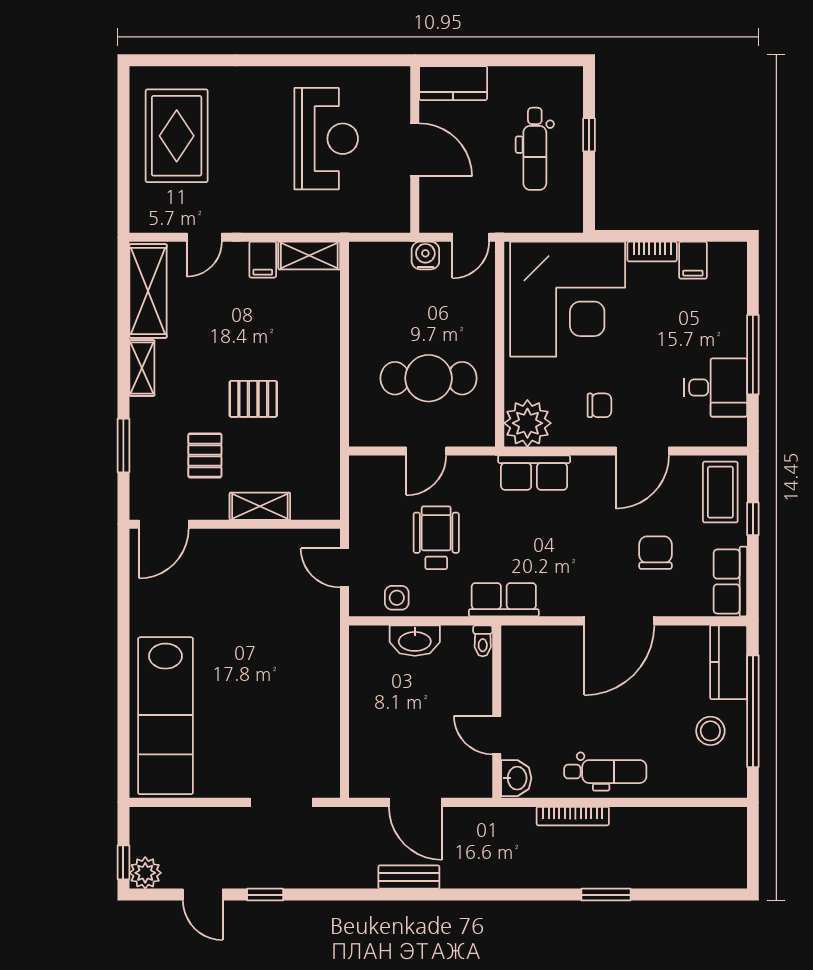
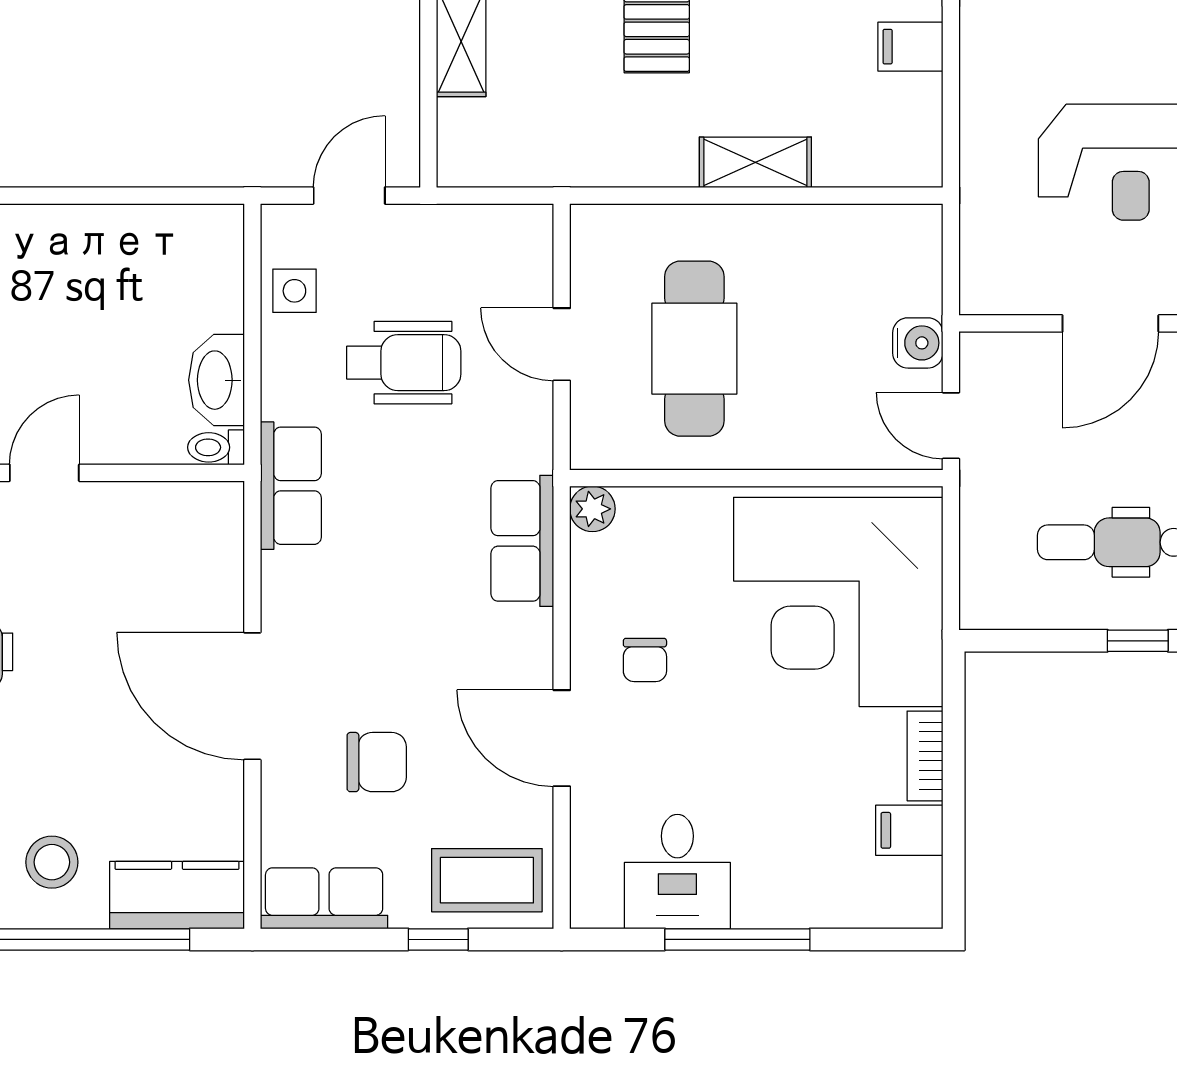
shelving: (309, 256) -> (755, 162), moved, turned 90
plant: (527, 423) -> (592, 509), width x0.53, depth x0.53
washbasin: (415, 641) -> (216, 380), moved

